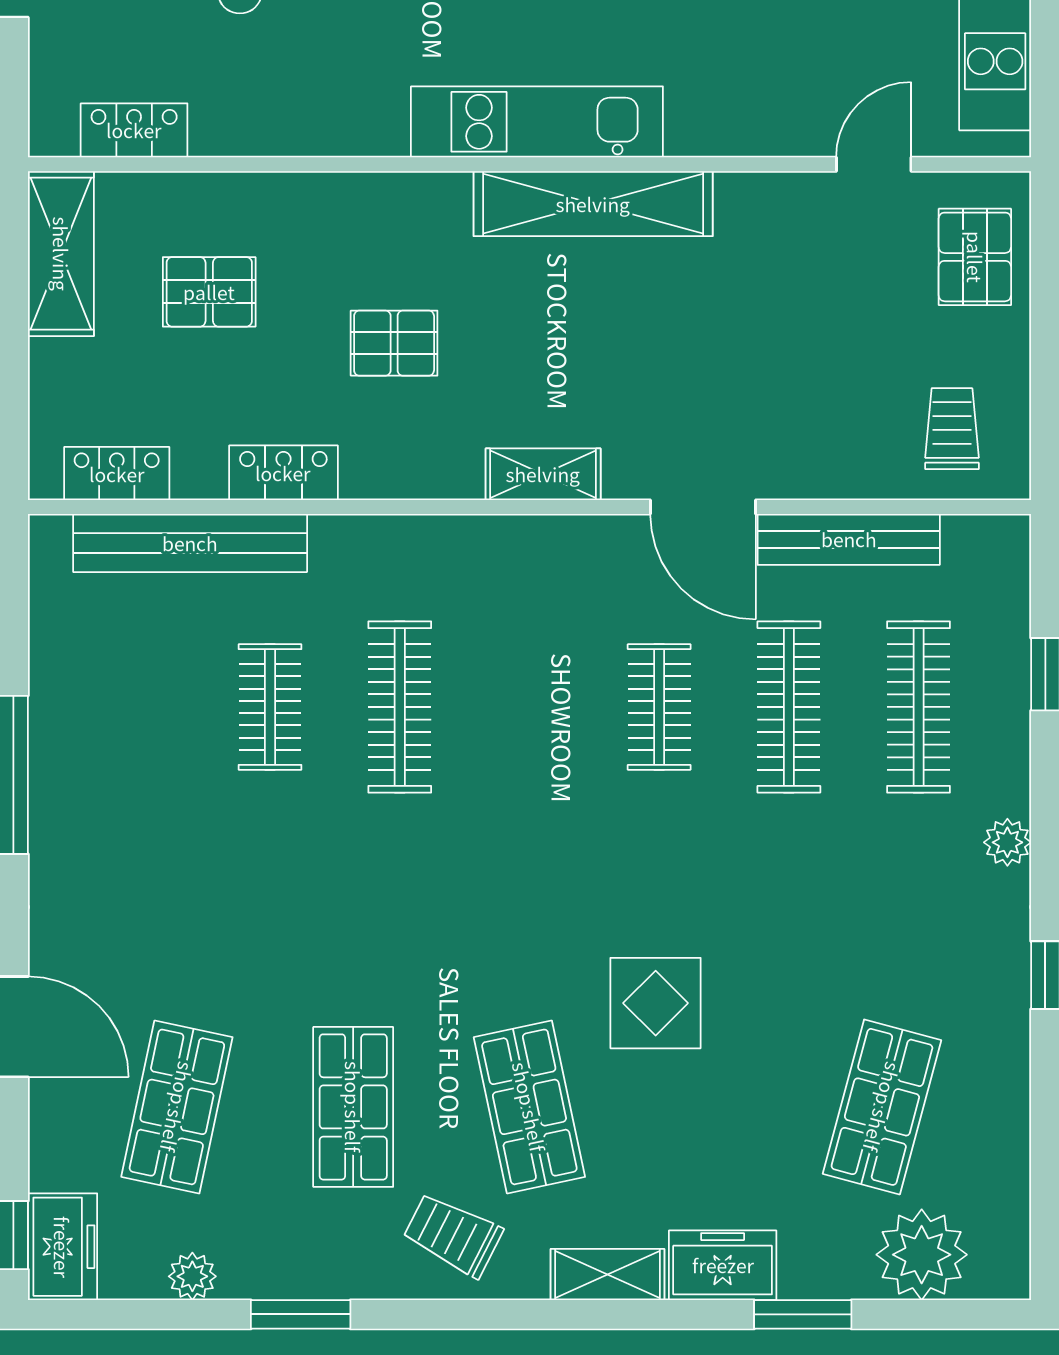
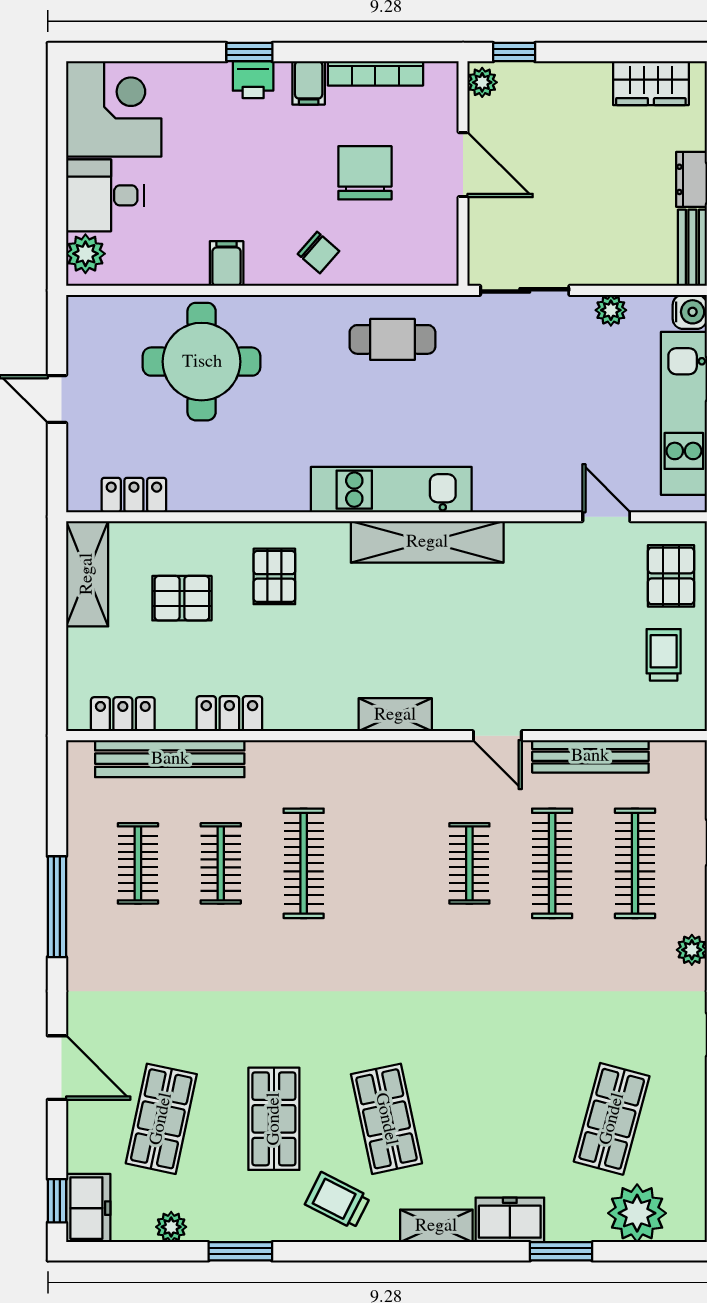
door: (874, 164) -> (606, 517), hinge flipped
pallet: (394, 343) -> (274, 576), moved, turned 90
trolley: (952, 429) -> (664, 655), moved
door: (703, 507) -> (497, 736), width x0.73
clothes rail: (140, 707) -> (138, 863), added
display table: (656, 1003) -> (467, 1052), removed

